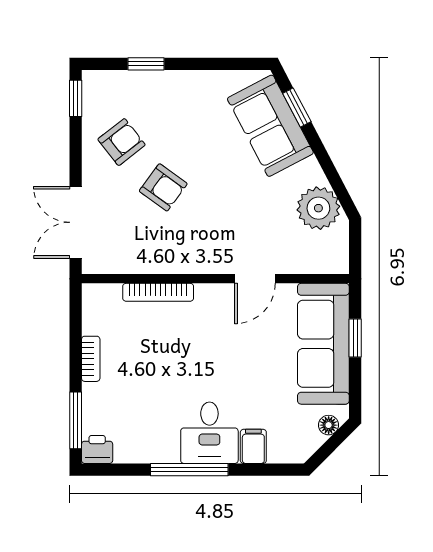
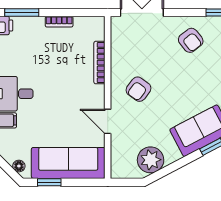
armchair: (163, 187) -> (138, 89), moved
window: (355, 338) -> (49, 182), moved

